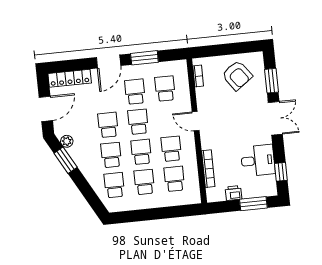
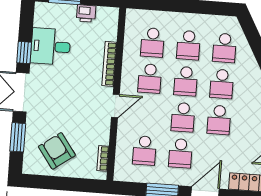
door: (196, 121) -> (115, 106), hinge flipped
bookcase: (208, 169) -> (109, 64), moved
window: (281, 172) -> (24, 52), moved

